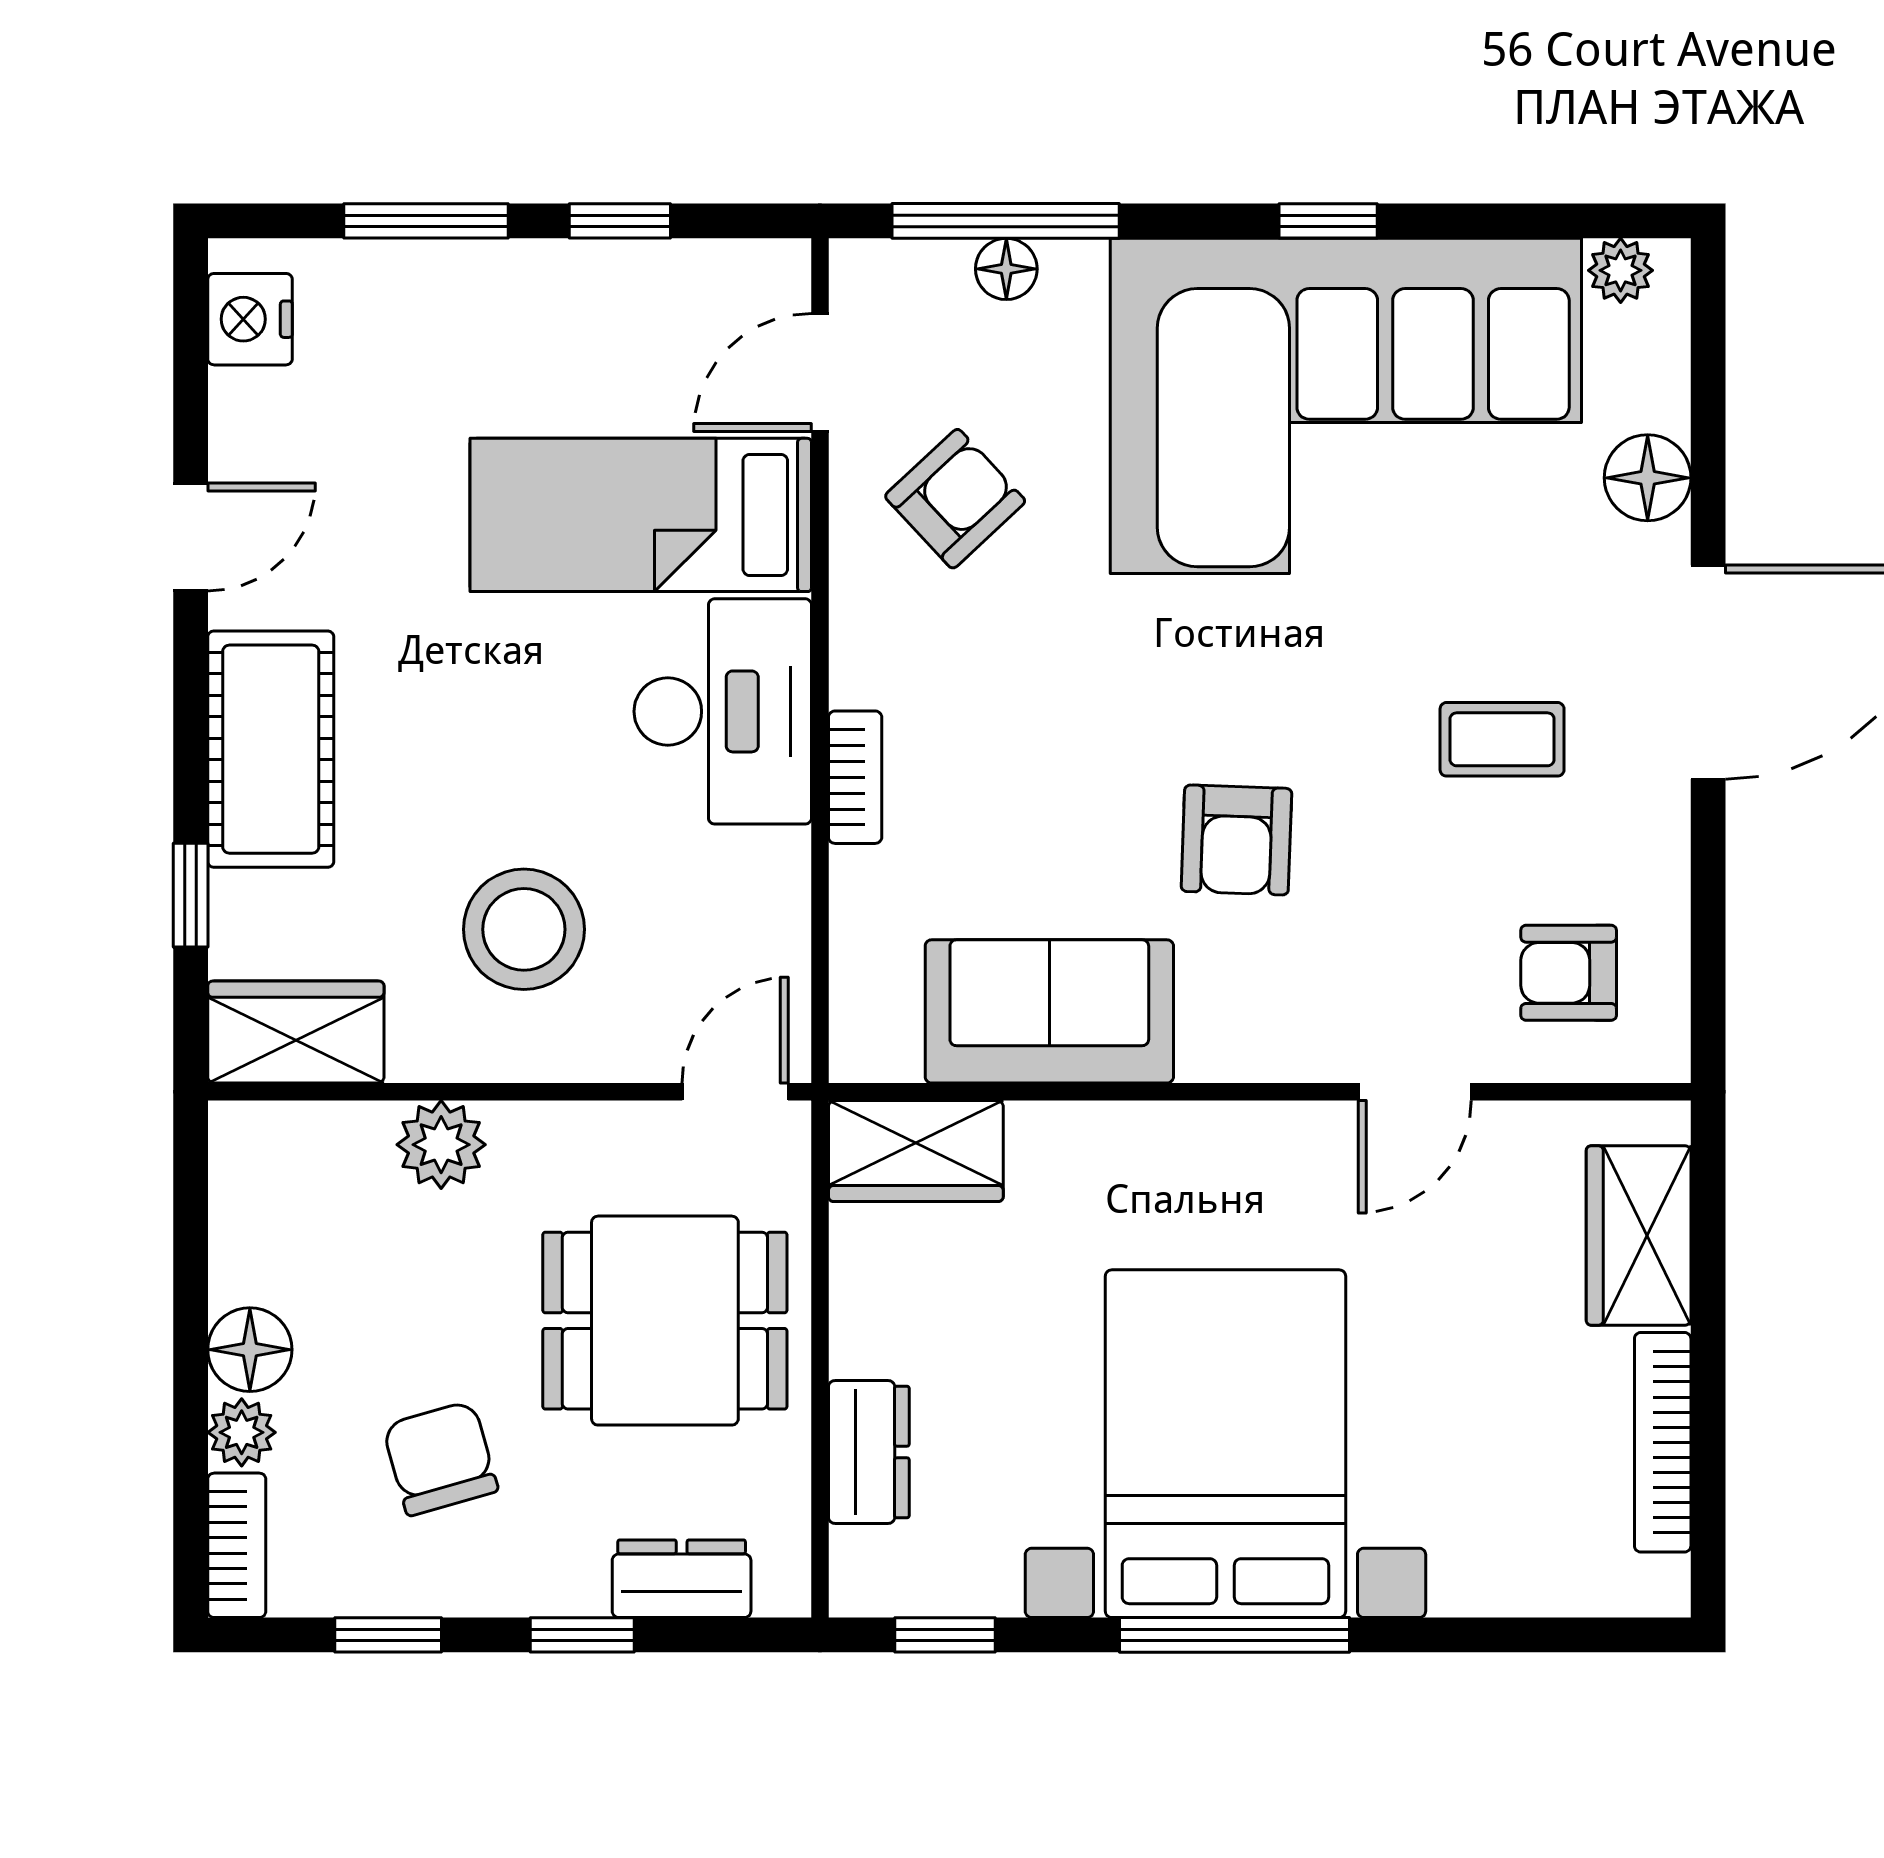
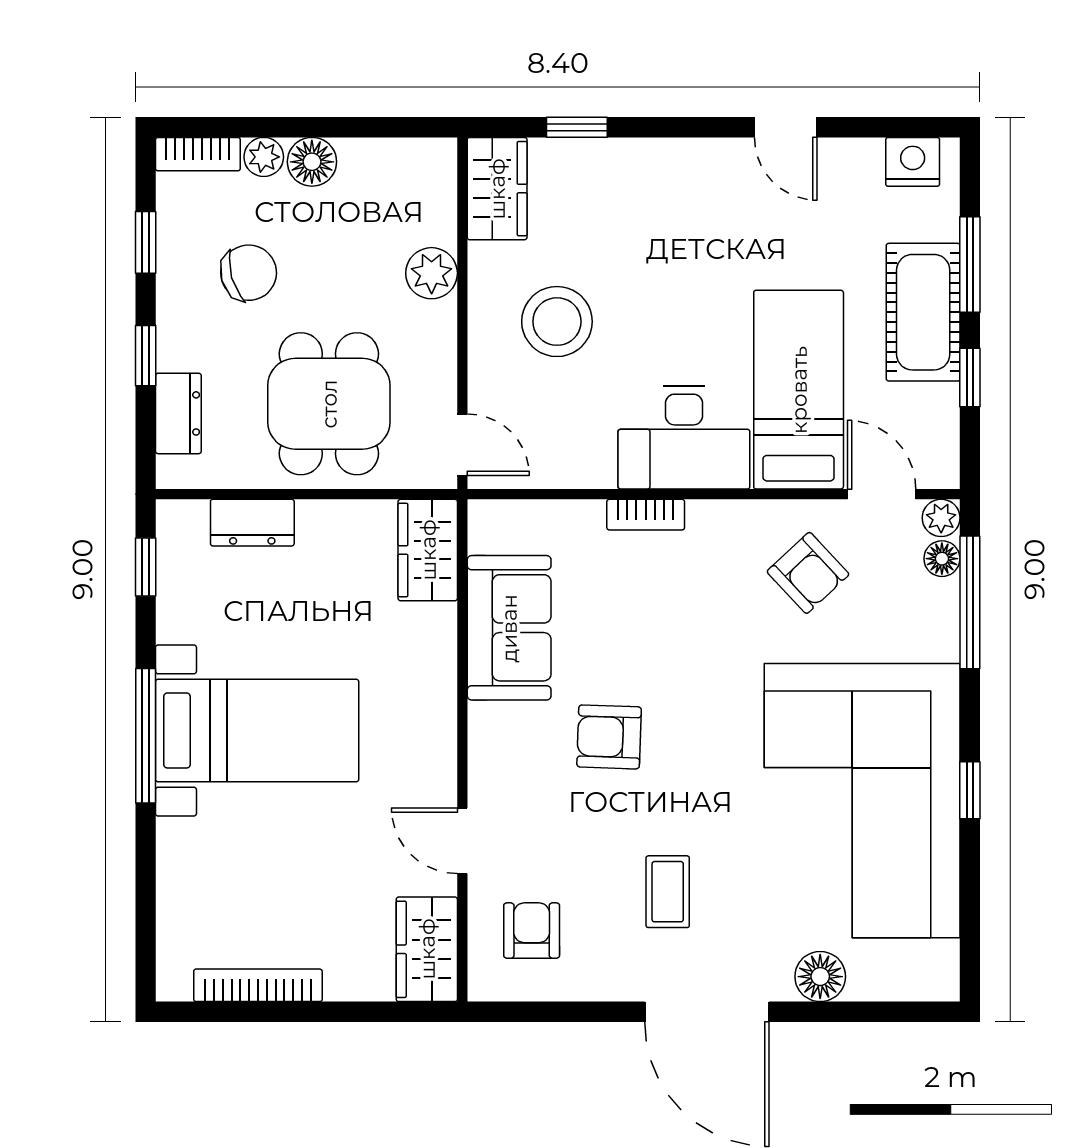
floor lamp: (1006, 269) -> (942, 559), moved
plant: (1621, 270) -> (941, 518), moved
cot: (271, 749) -> (923, 312), moved, turned 90
wardrobe: (1639, 1235) -> (427, 949), moved, turned -90
bed with nightstands: (1225, 1444) -> (257, 730), width x0.73

